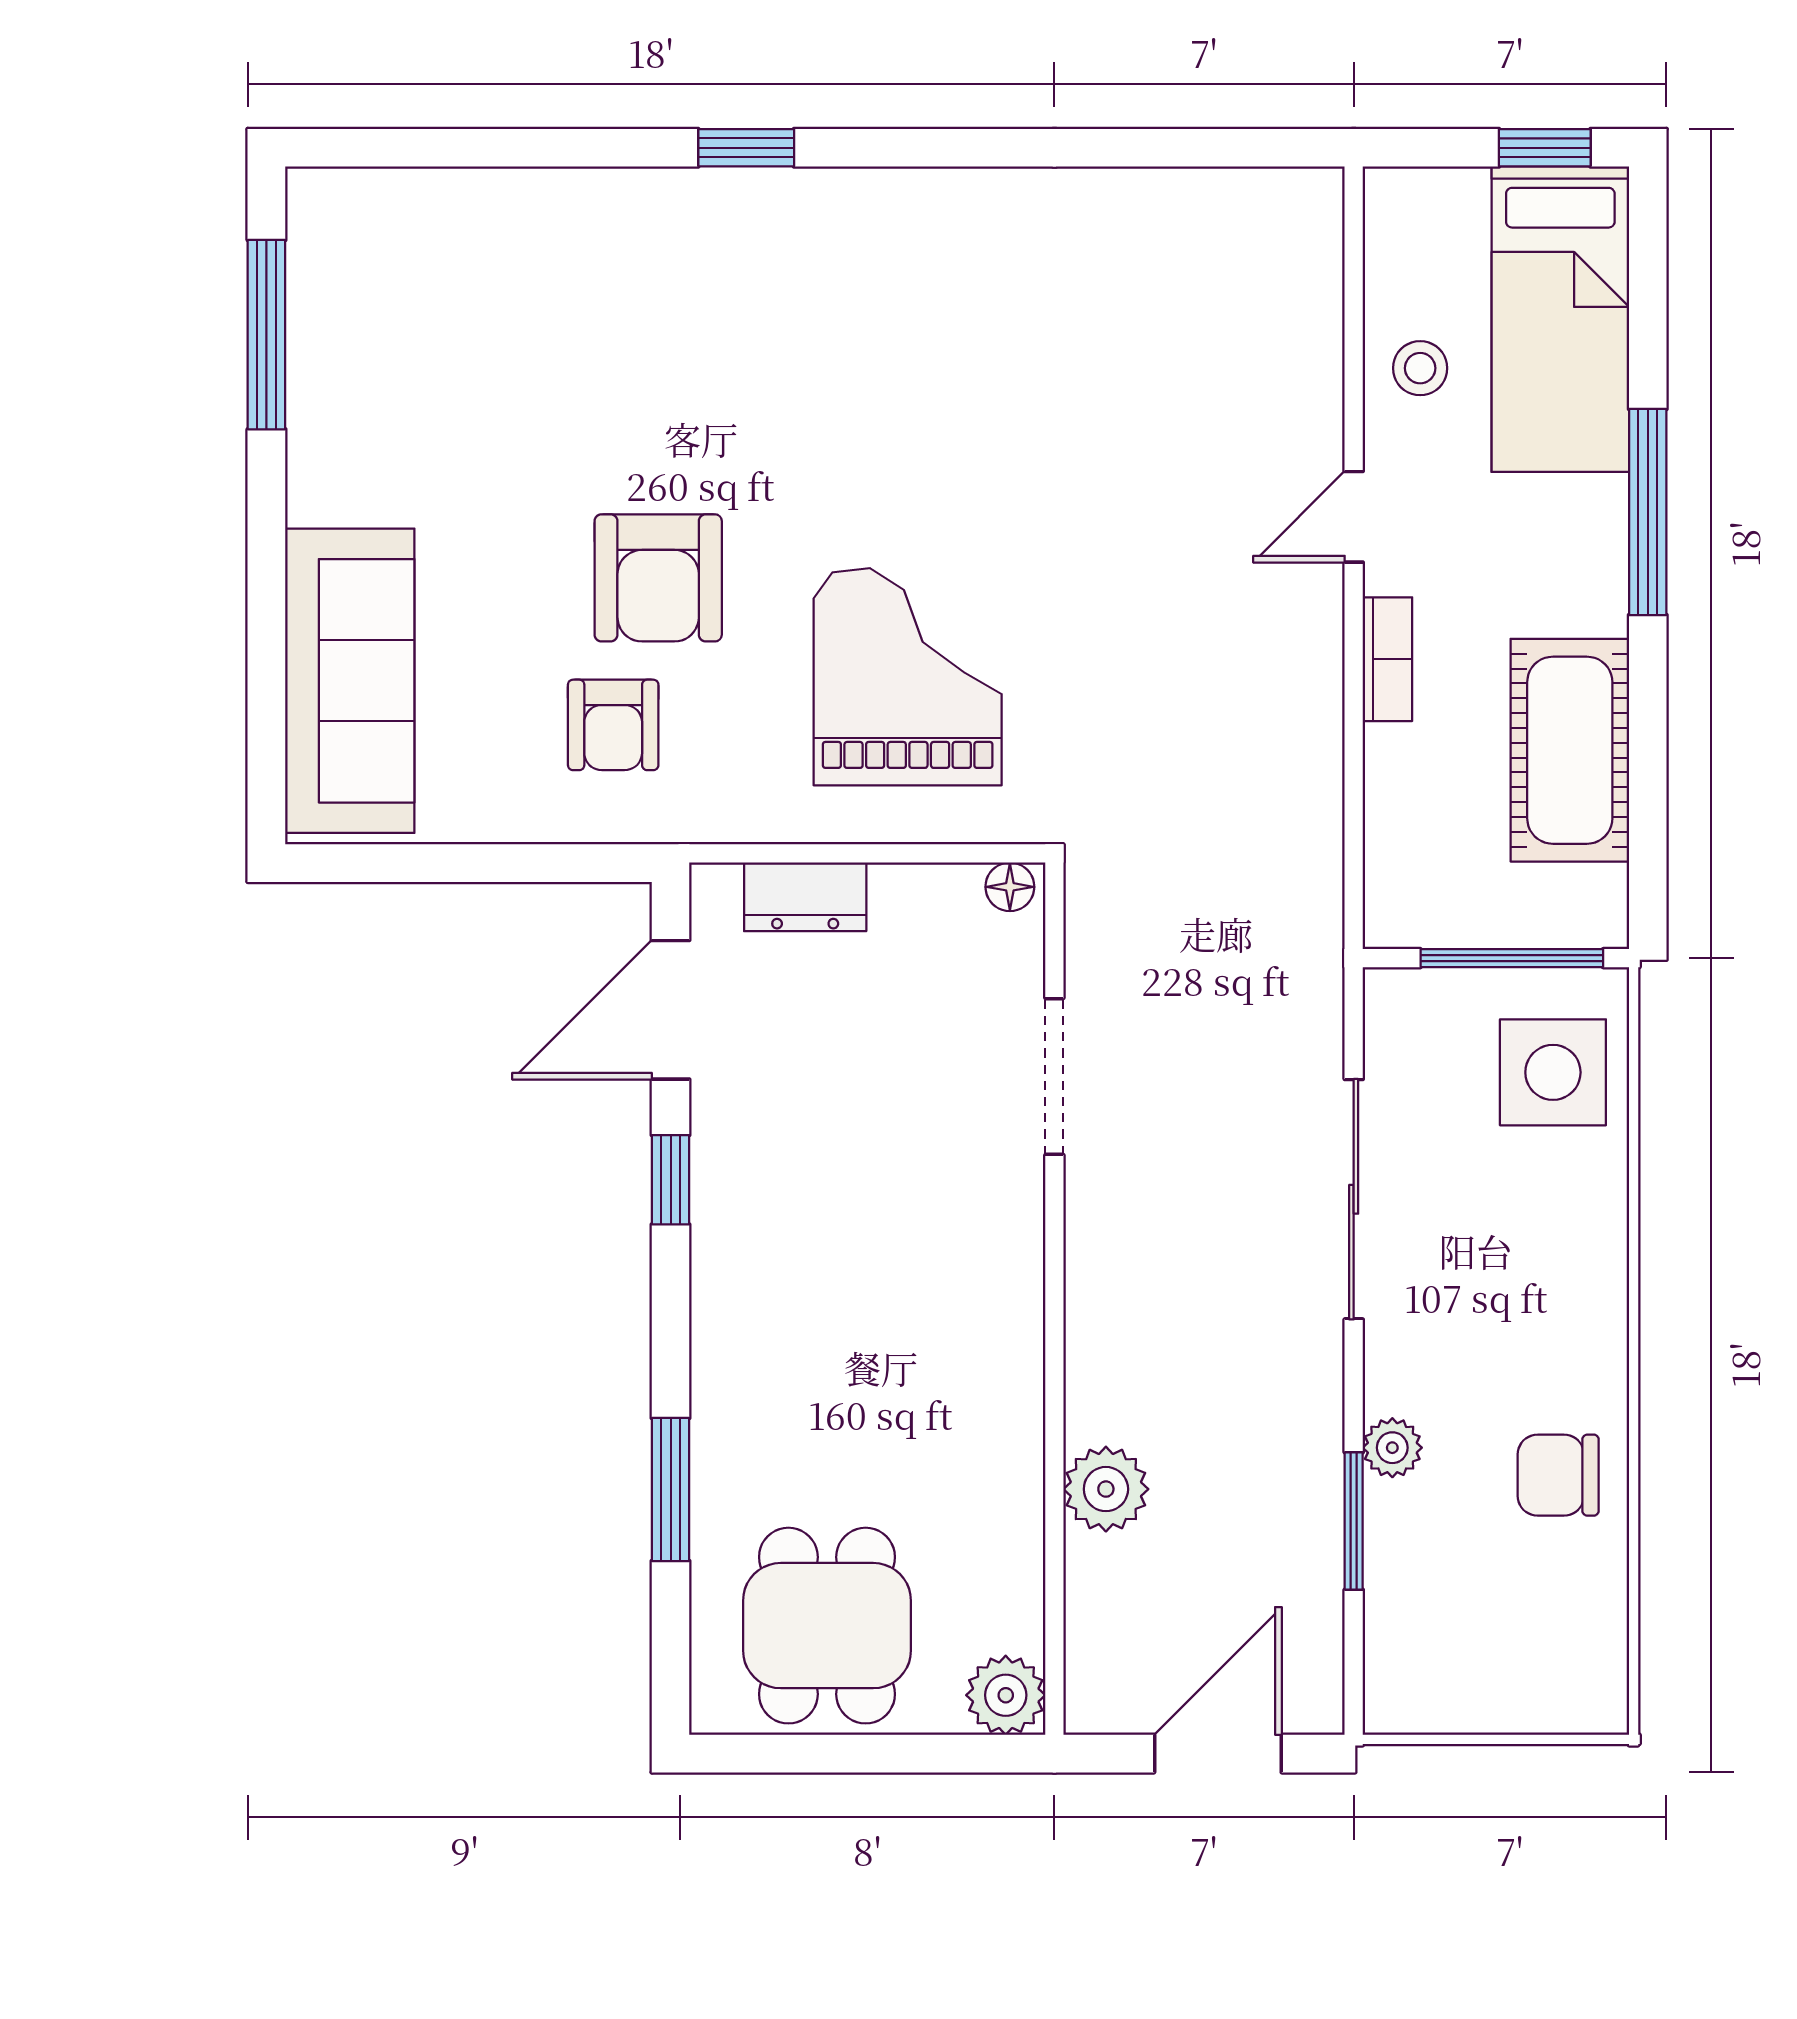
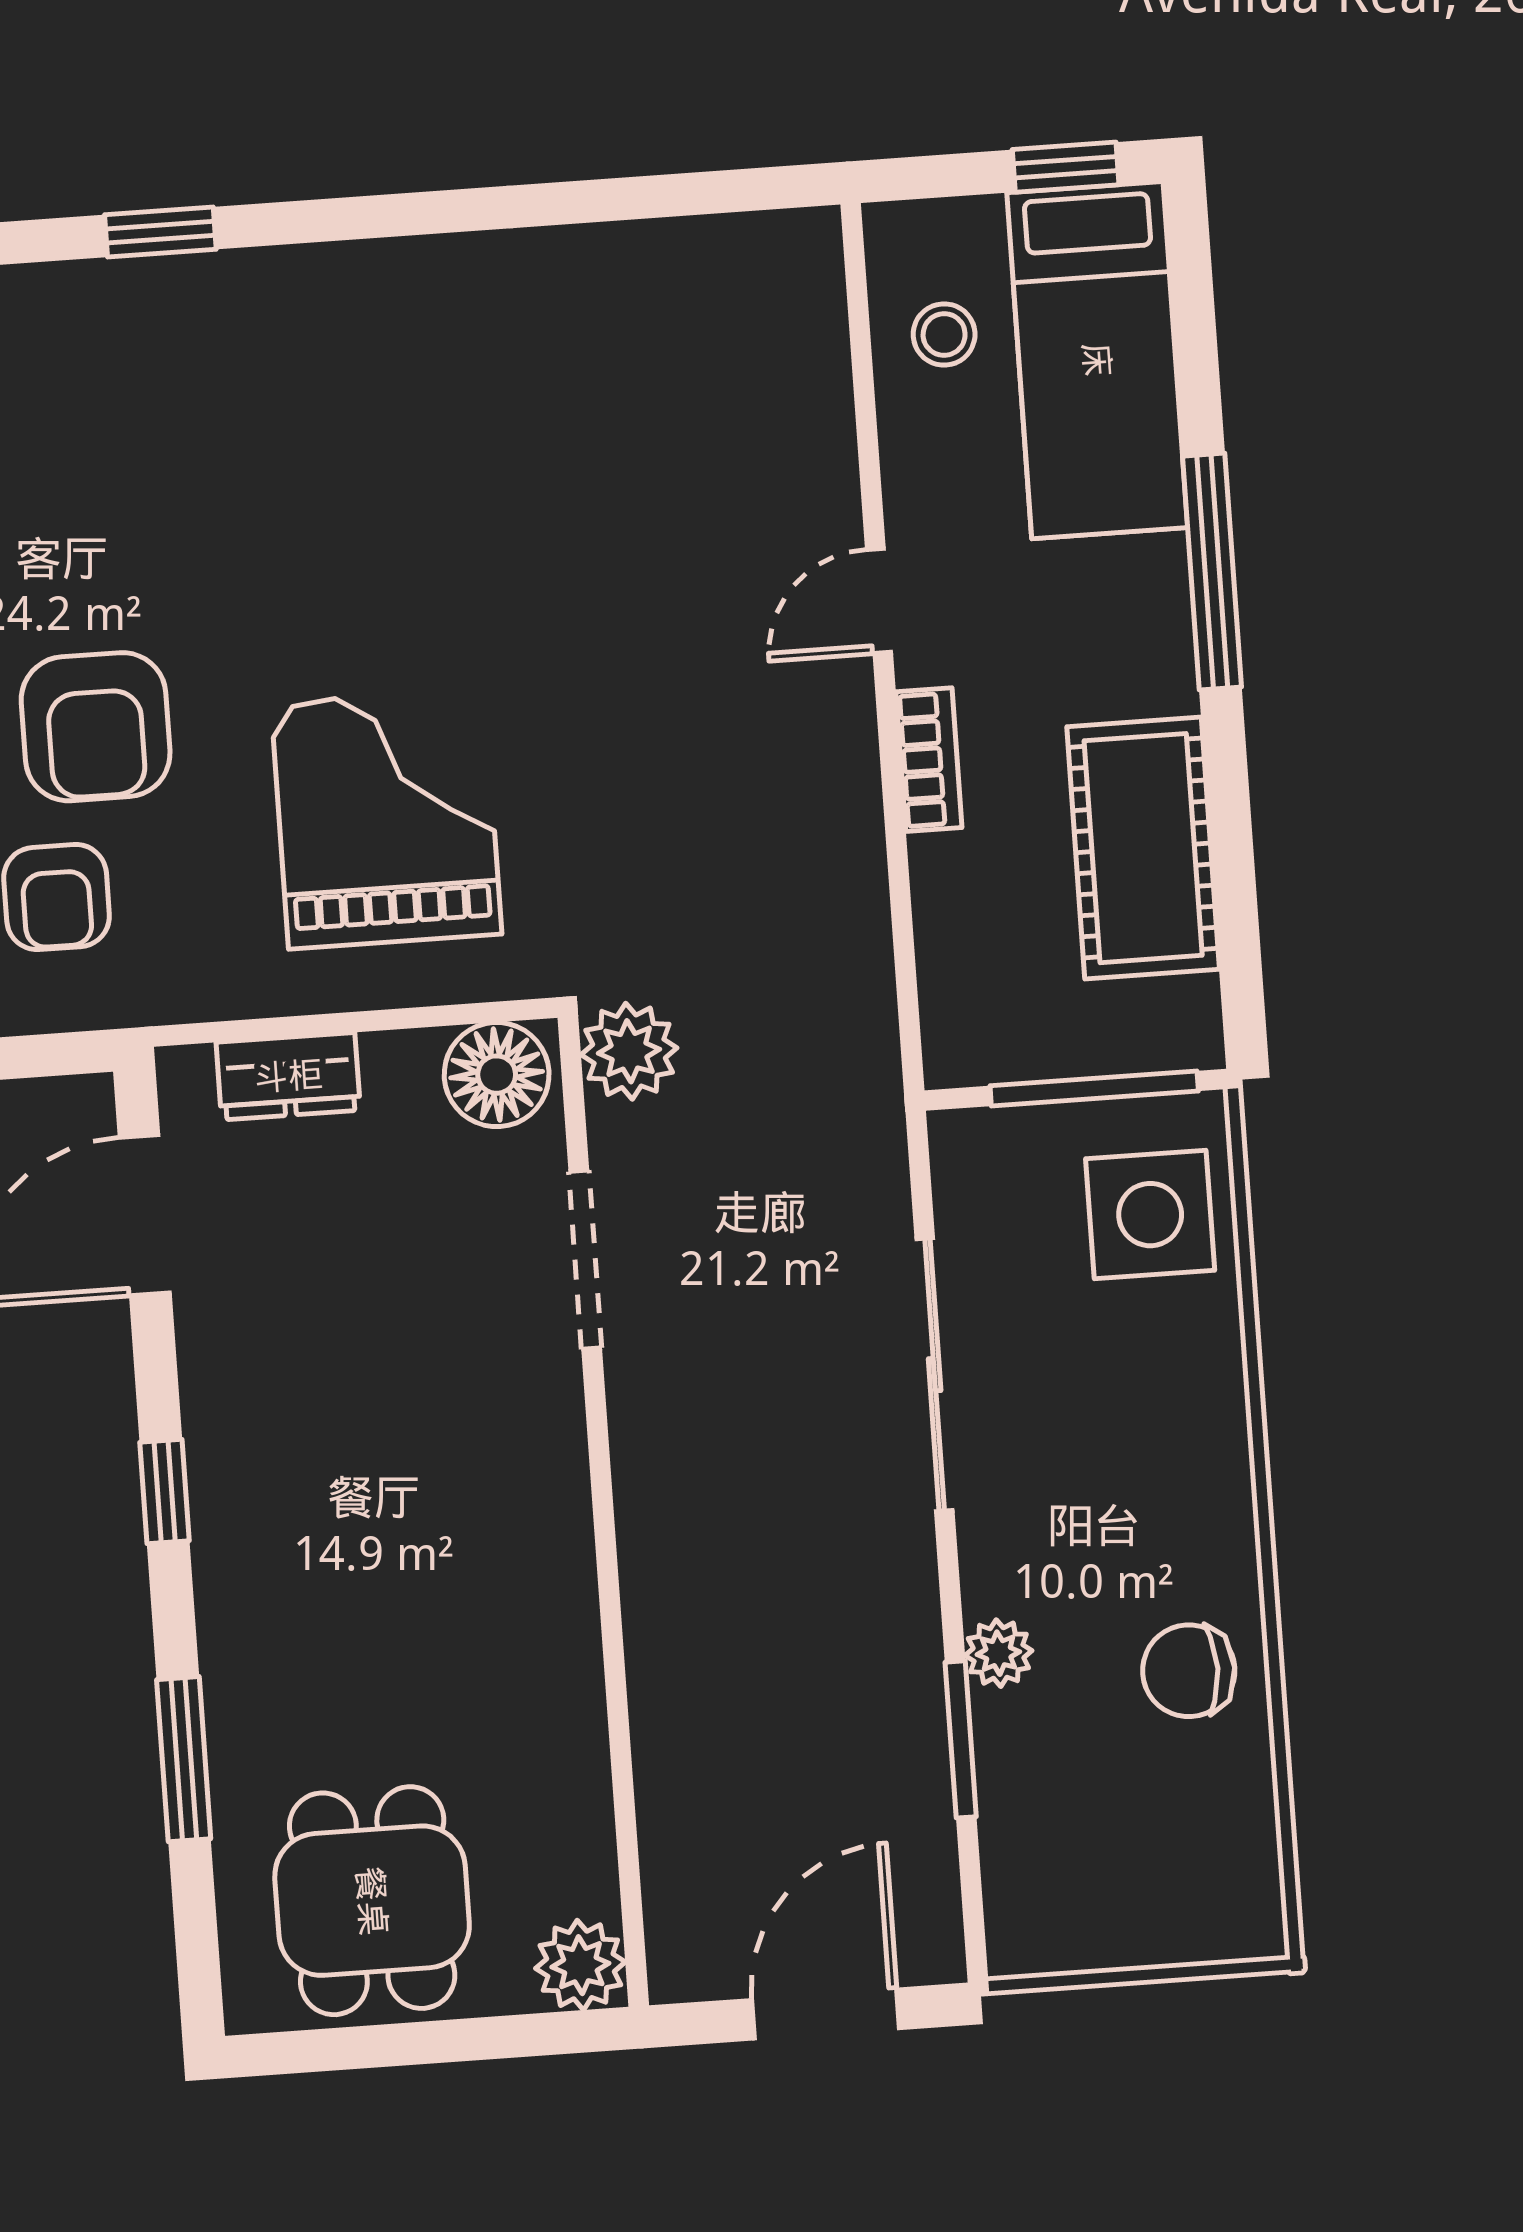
stool: (1420, 368) -> (944, 335), moved
floor lamp: (1010, 887) -> (497, 1075), width x1.89, depth x1.89
window: (671, 1180) -> (164, 1491), moved
plant: (1106, 1489) -> (629, 1051), moved

